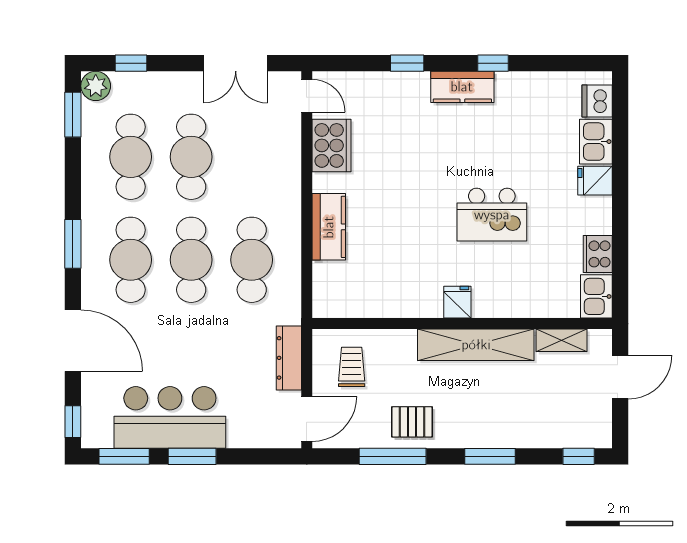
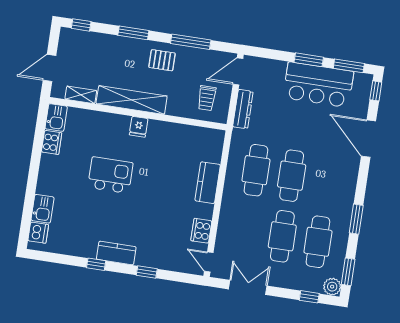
cooker: (332, 145) -> (201, 231), width x0.73, depth x0.76
fridge: (595, 181) -> (47, 186), removed
window: (73, 244) -> (356, 219), moved
cafe table: (131, 260) -> (327, 181), removed
pallet: (412, 422) -> (162, 60), moved

